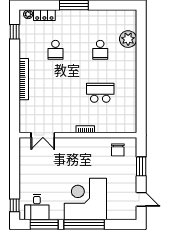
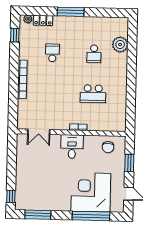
school desk: (55, 50) -> (52, 53), turned 180
school desk: (100, 93) -> (93, 94), turned 180
corner desk: (85, 199) -> (91, 192), moved
desk: (37, 207) -> (72, 147), moved, turned 180
window: (84, 224) -> (91, 216), moved

